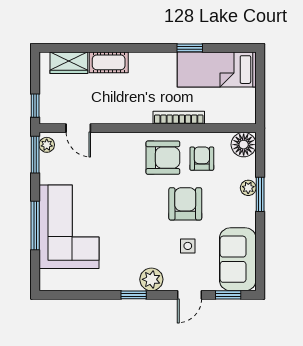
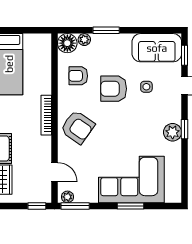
bookcase: (179, 118) -> (46, 115), moved
door: (78, 128) -> (54, 172), hinge flipped
armchair: (163, 158) -> (78, 127), moved, turned 125
plant: (248, 188) -> (84, 40), moved
window: (35, 225) -> (130, 206), width x0.69
plant: (151, 279) -> (173, 132), moved

